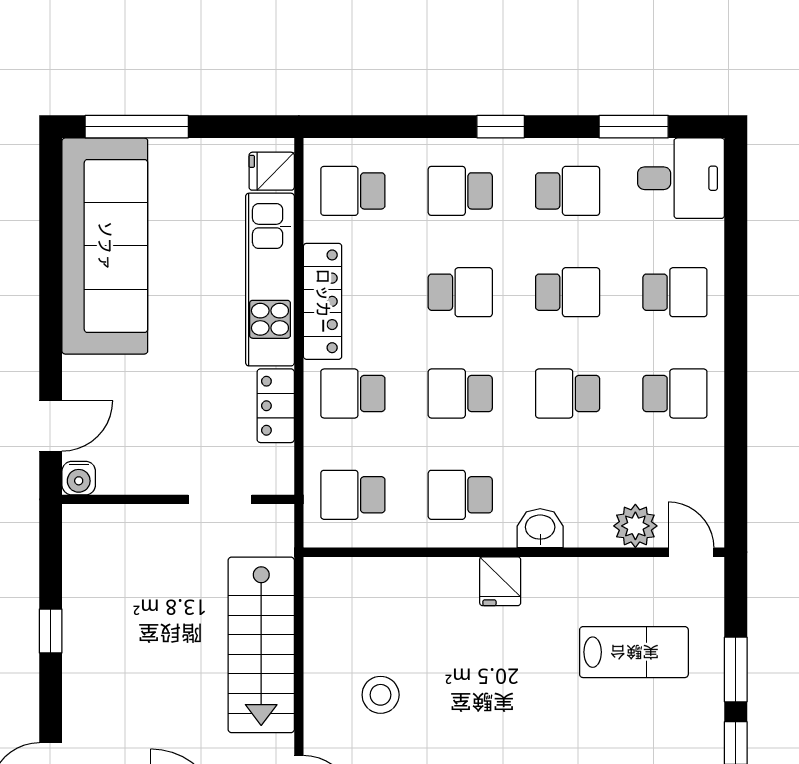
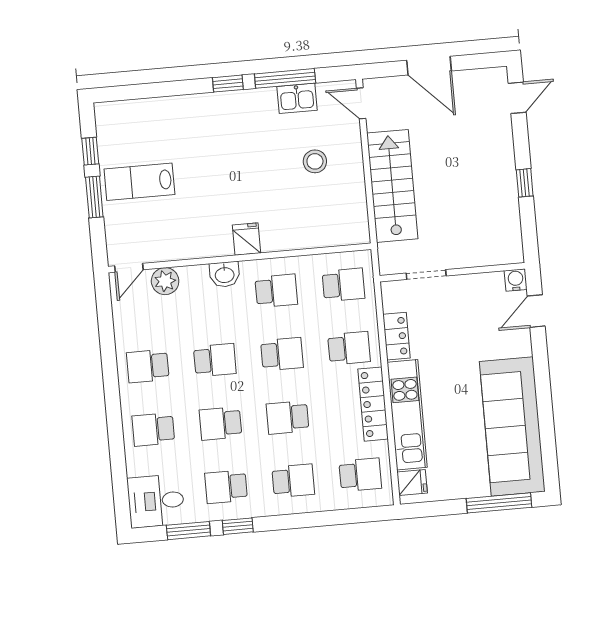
window: (501, 127) -> (238, 526), moved
door: (691, 552) -> (129, 268), hinge flipped
lab bench: (634, 652) -> (139, 182), moved

